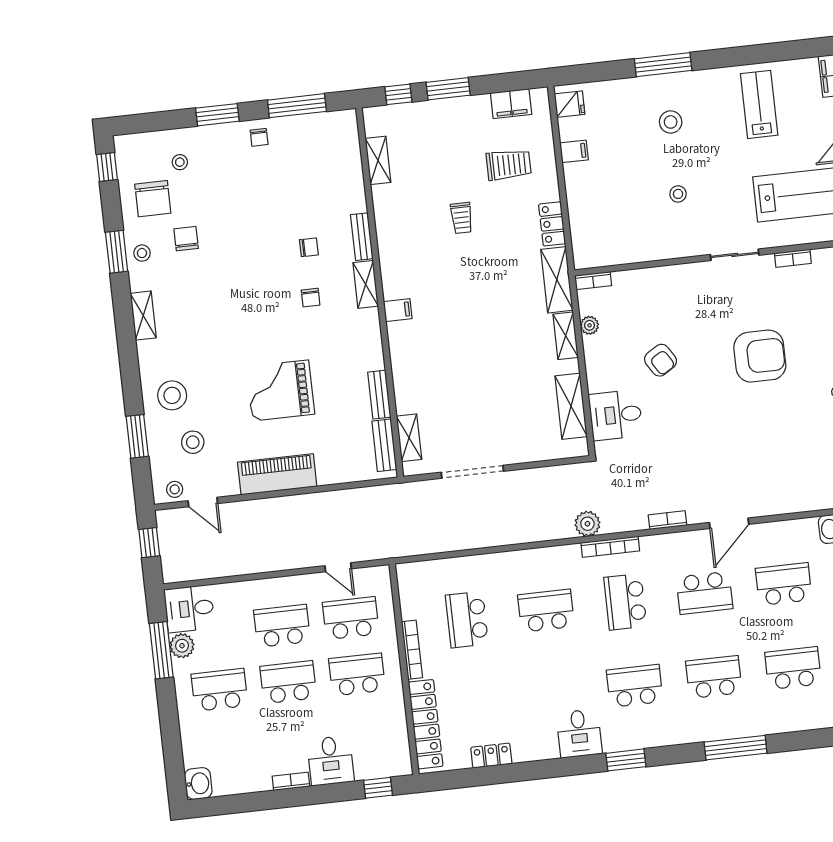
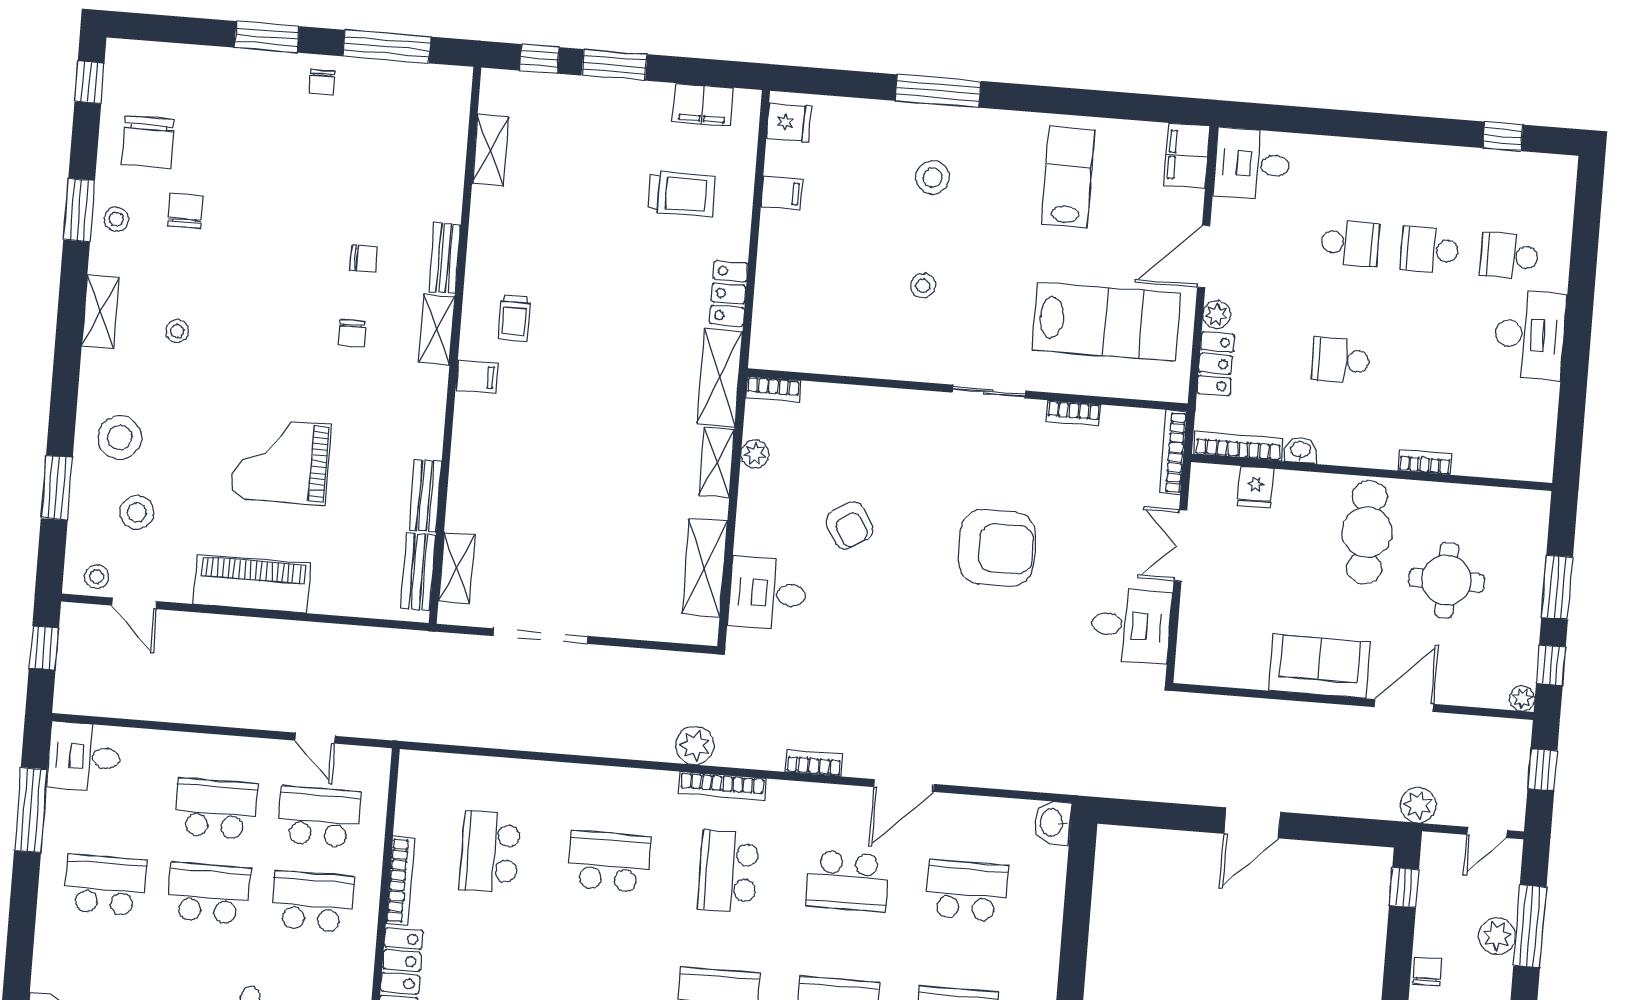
stool: (180, 162) -> (177, 331), moved
trolley: (462, 218) -> (514, 318), moved
plant: (182, 646) -> (63, 809), removed

